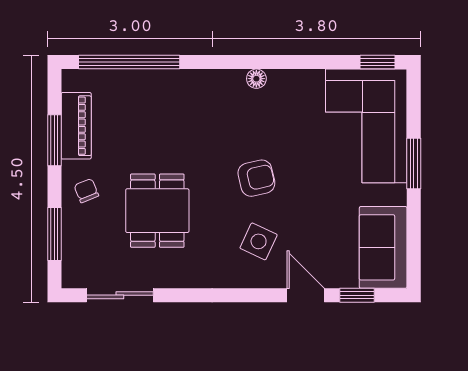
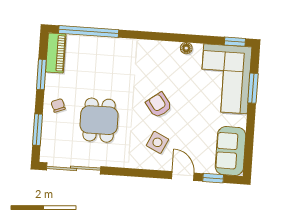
floor lamp: (256, 79) -> (186, 48), moved
piano: (76, 126) -> (56, 53), moved
window: (414, 163) -> (253, 88), moved
armchair: (256, 178) -> (159, 105), turned -114
sliding door: (120, 295) -> (74, 168), width x1.37

